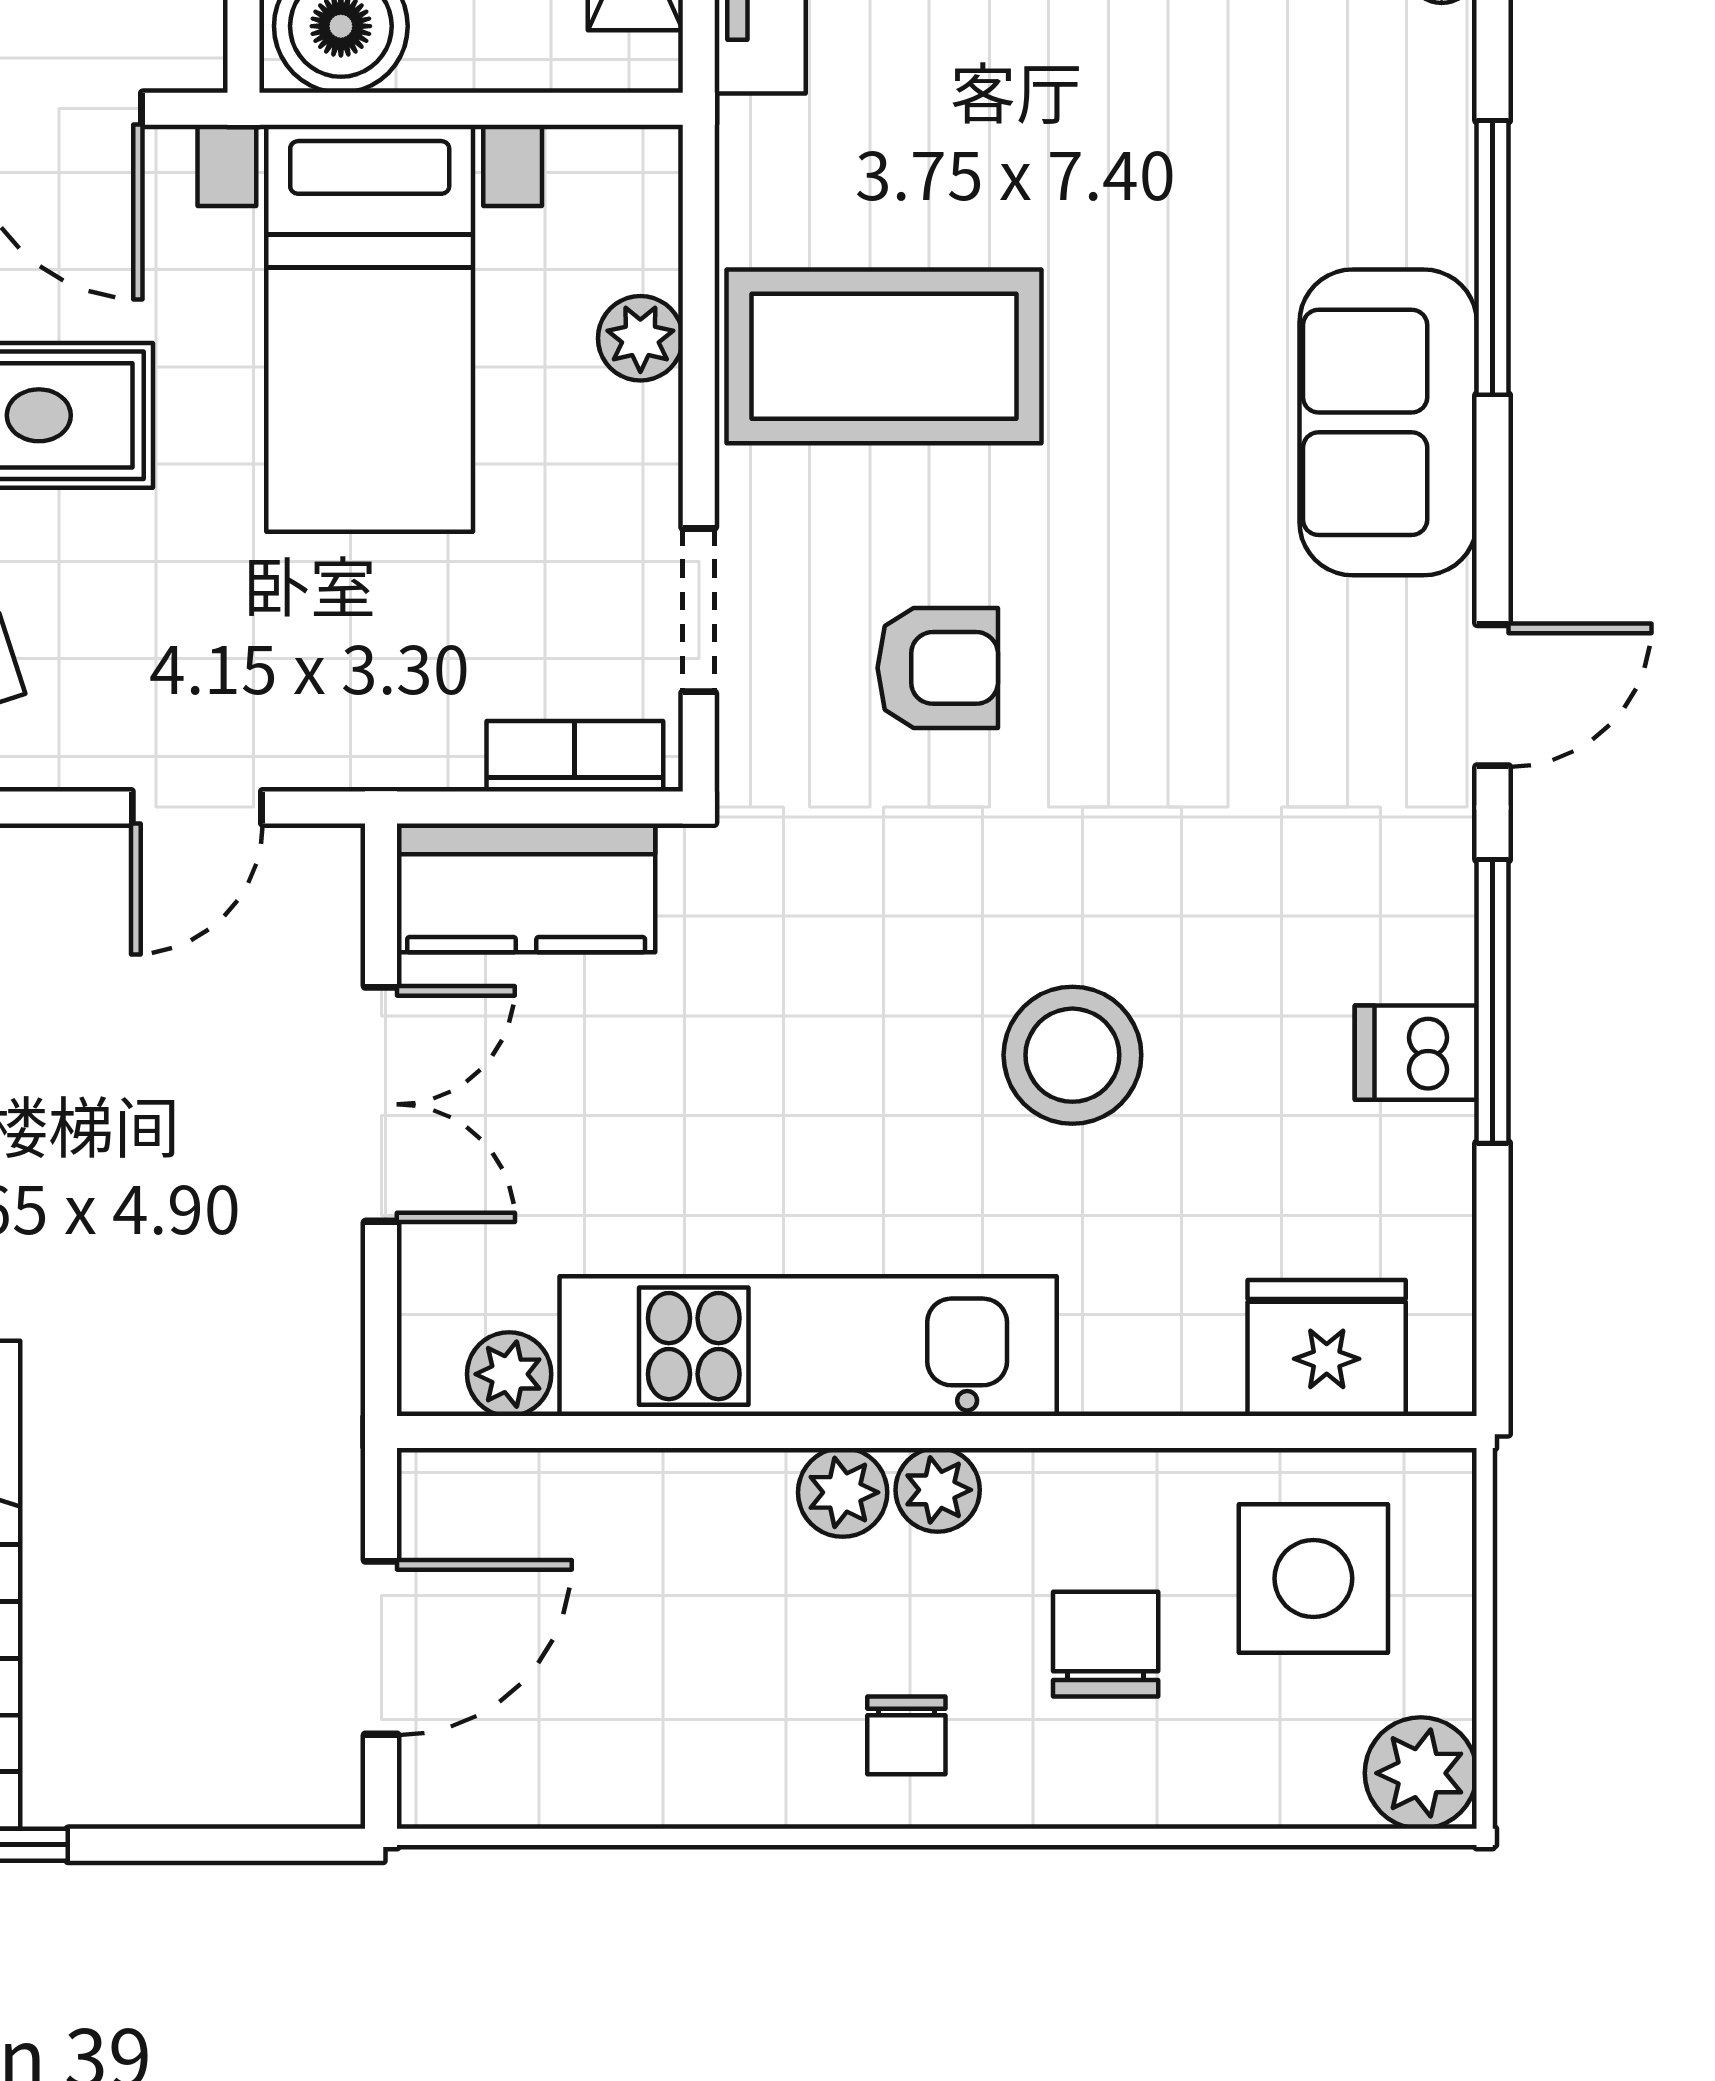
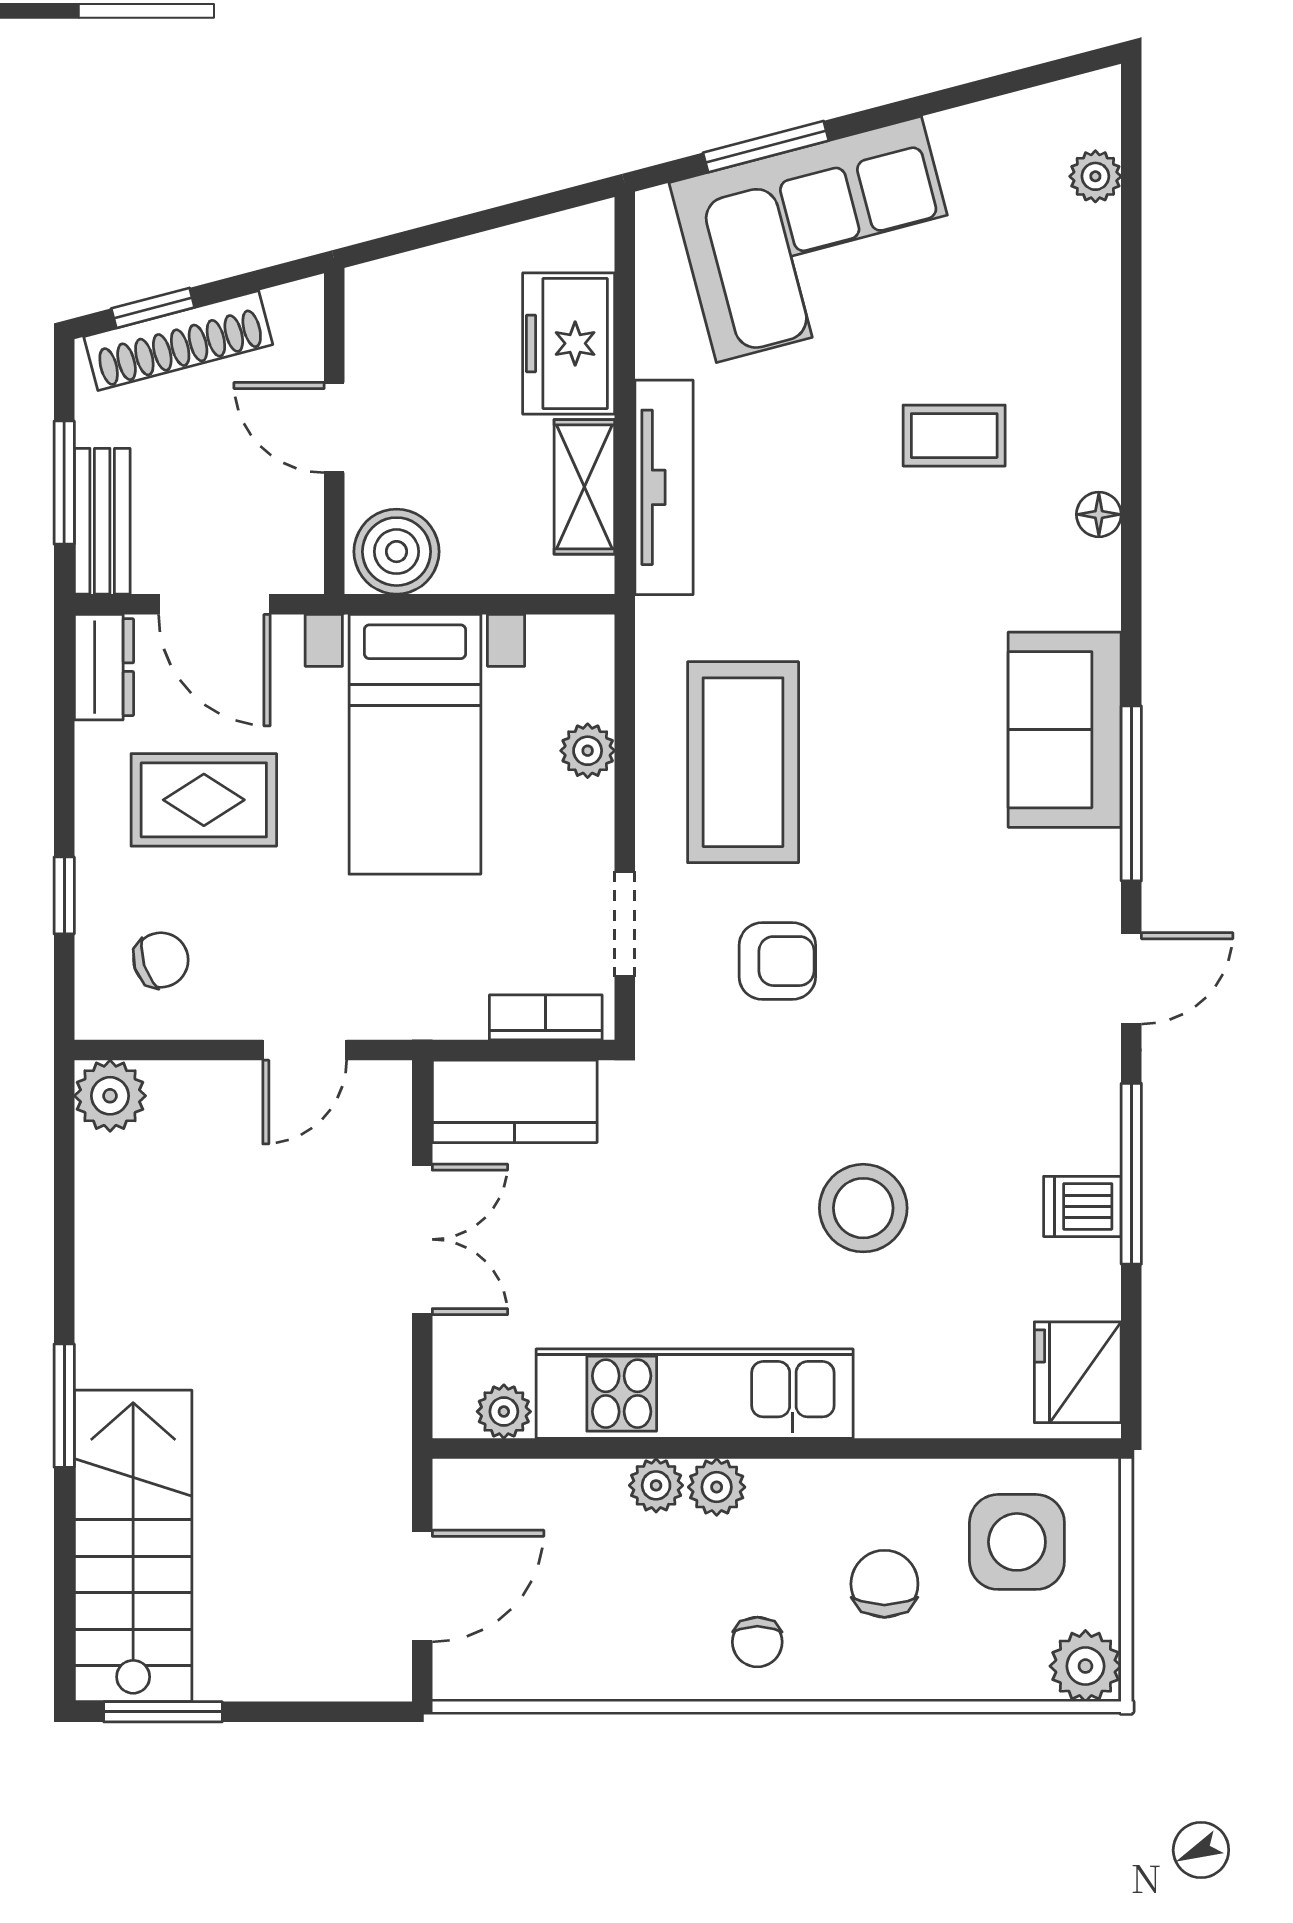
window: (1493, 258) -> (1131, 793), moved
coffee table: (884, 356) -> (743, 762), turned 90
sofa: (1388, 422) -> (1065, 730), moved
fridge: (1327, 1348) -> (1078, 1372), moved, turned -90
plant: (938, 1490) -> (656, 1485), moved

